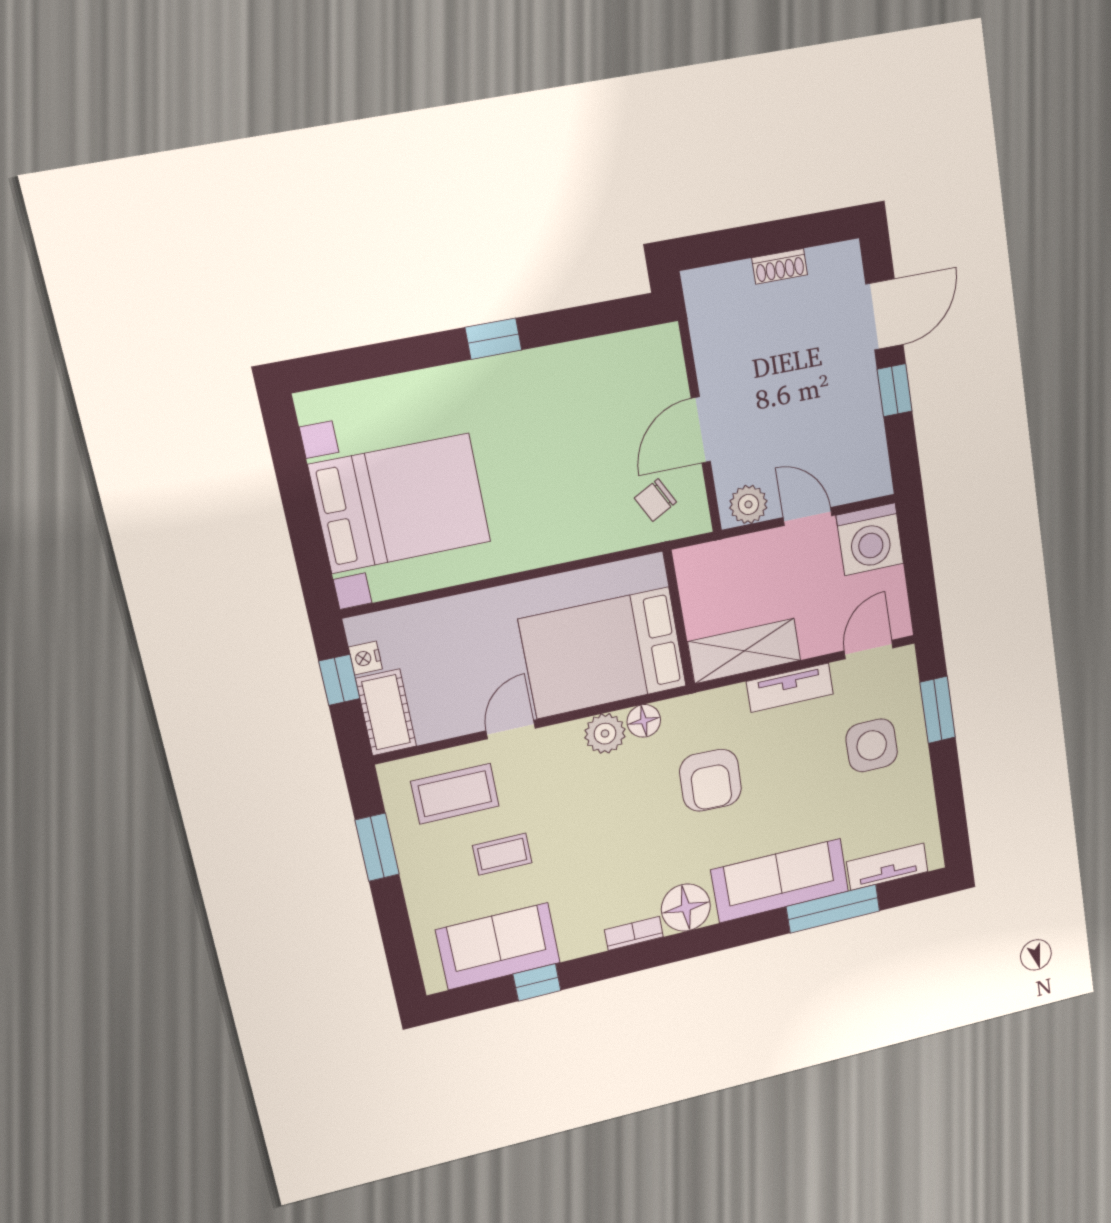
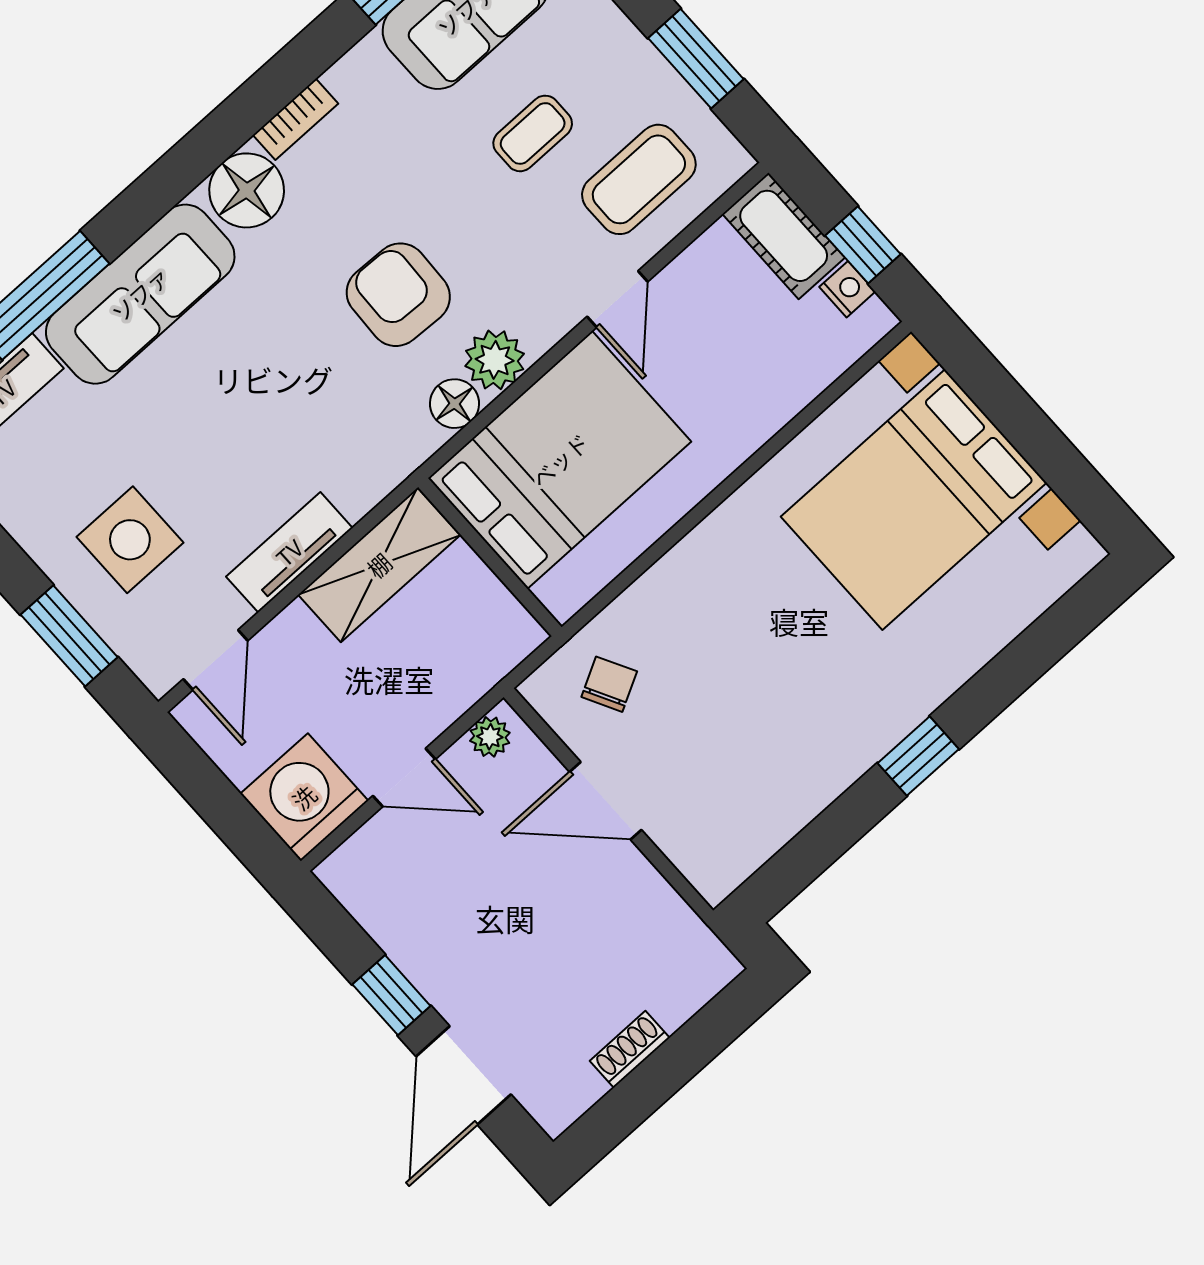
door: (701, 430) -> (606, 801), swing flipped
plant: (748, 504) -> (490, 737), width x0.73, depth x0.73
armchair: (710, 780) -> (398, 295), moved

